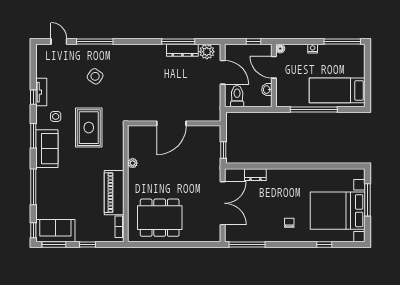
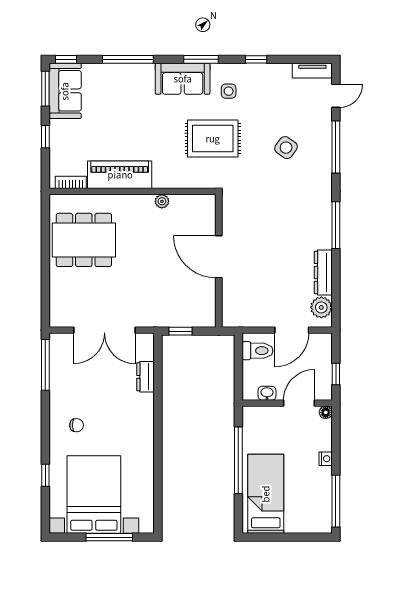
window: (178, 41) -> (336, 225), moved
tv unit: (41, 92) -> (312, 71), moved
dining table: (160, 218) -> (84, 240), turned 90

